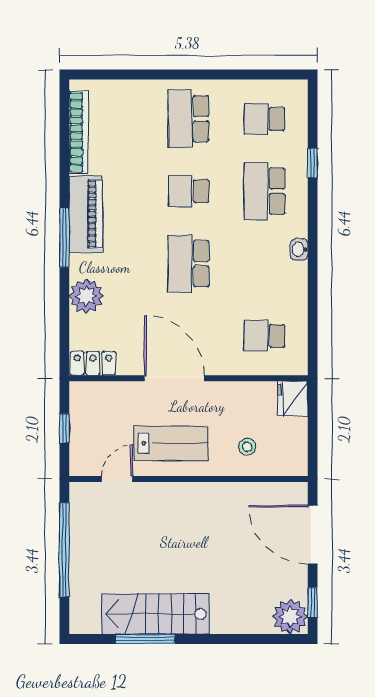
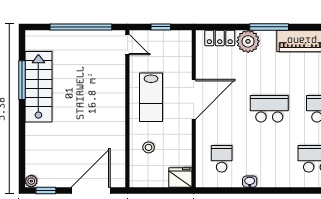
window: (64, 238) -> (269, 27), moved
washbasin: (299, 249) -> (250, 182), moved
locker: (93, 363) -> (220, 38), moved, turned 90
door: (117, 479) -> (127, 45), moved
plant: (290, 617) -> (31, 181), width x0.53, depth x0.53

